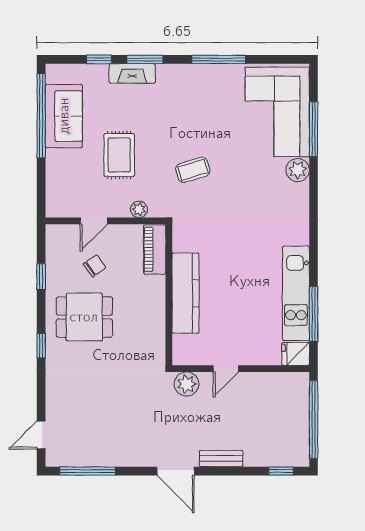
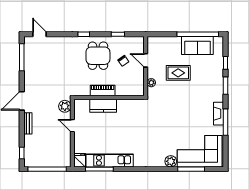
fireplace: (132, 73) -> (219, 114), moved
coffee table: (193, 170) -> (171, 109), removed
piano: (155, 249) -> (103, 90), moved
kitchen counter: (186, 293) -> (103, 106), width x0.67

